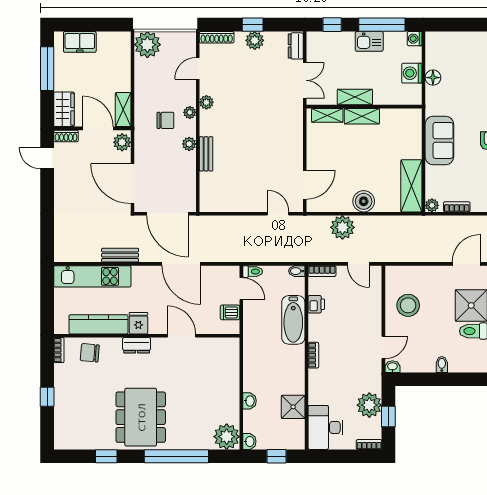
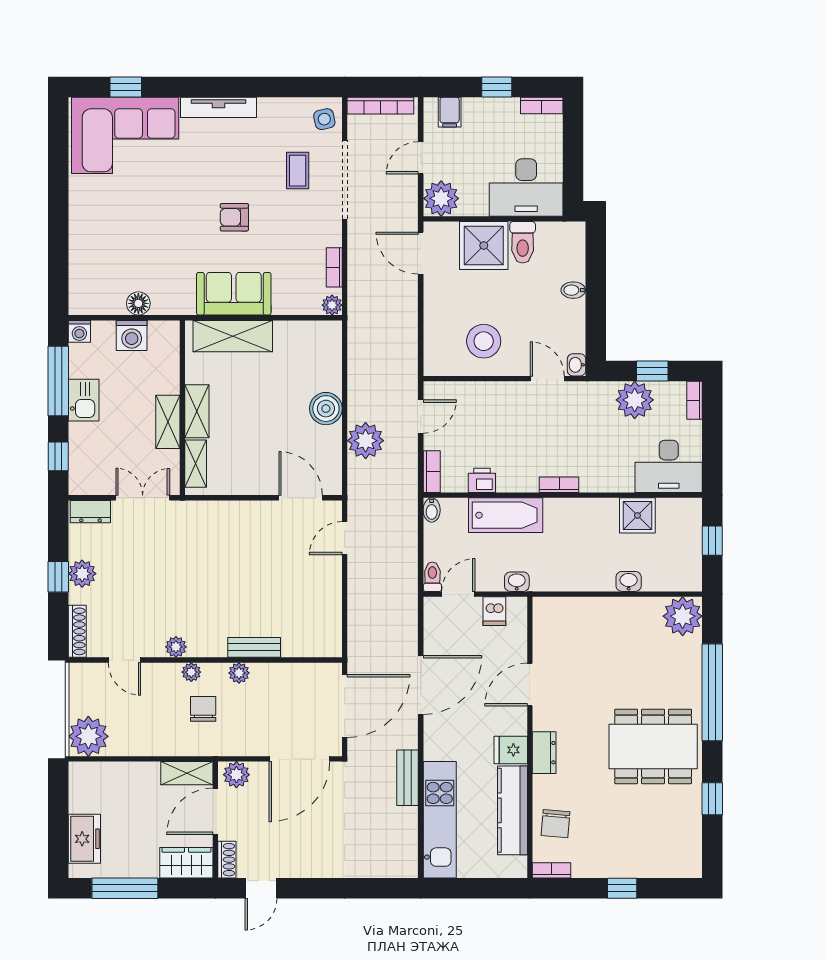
shelving: (411, 186) -> (233, 336), moved
washbasin: (249, 441) -> (517, 582), moved

